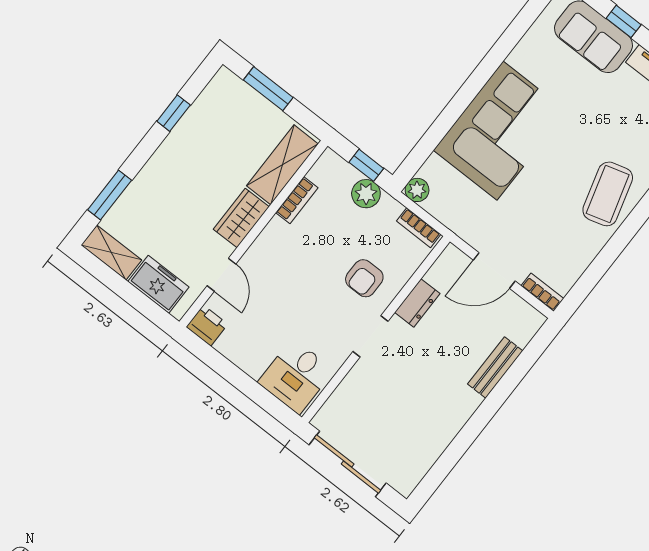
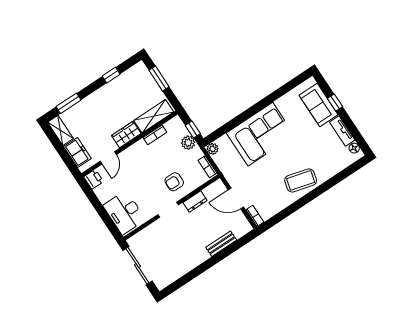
coffee table: (608, 194) -> (301, 180), turned 31
desk: (296, 376) -> (124, 213), width x1.37

